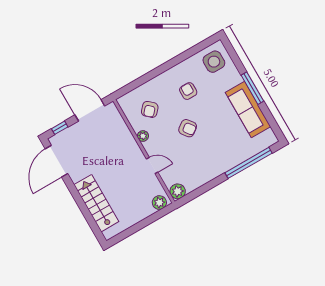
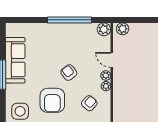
armchair: (188, 91) -> (52, 100), width x1.88, depth x1.88
plant: (149, 146) -> (106, 76), added
window: (248, 163) -> (70, 20), moved

